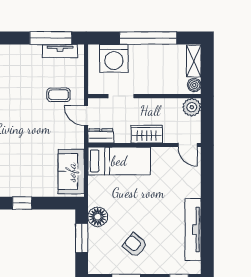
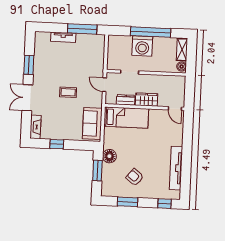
tv unit: (60, 51) -> (63, 37), moved
washing machine: (114, 58) -> (142, 46), moved
coffee table: (59, 95) -> (68, 92), moved
plant: (192, 107) -> (179, 82), removed
dresser: (101, 136) -> (126, 100), moved

